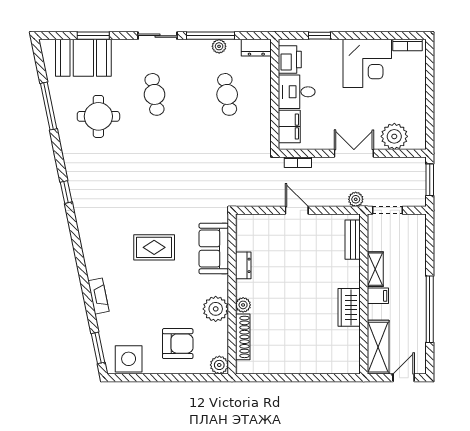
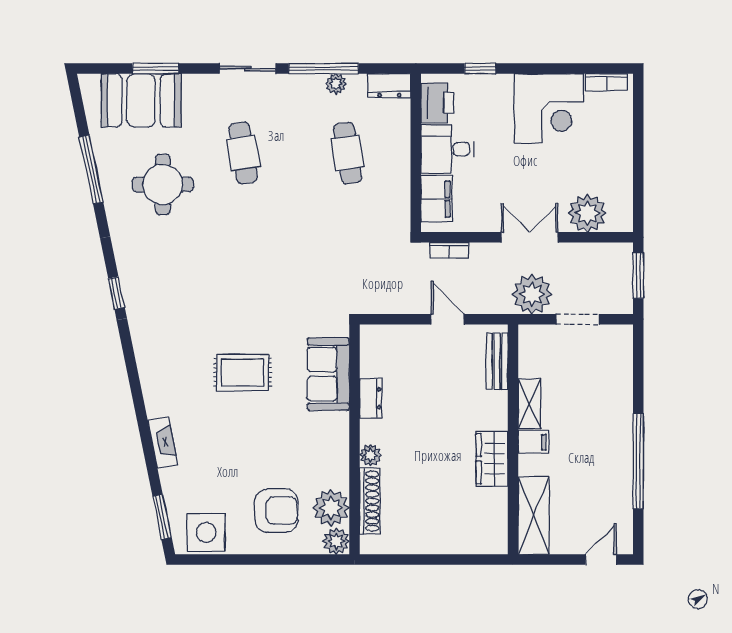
plant: (356, 199) -> (532, 294), width x1.87, depth x1.87
bench: (353, 240) -> (497, 361), moved
shelving: (375, 269) -> (529, 404), moved
wall: (364, 294) -> (513, 439), moved
filing cabinet: (378, 296) -> (533, 442), moved
wardrobe: (349, 307) -> (492, 459), moved
plant: (216, 309) -> (331, 508), moved
shelving: (378, 347) -> (534, 516), moved

